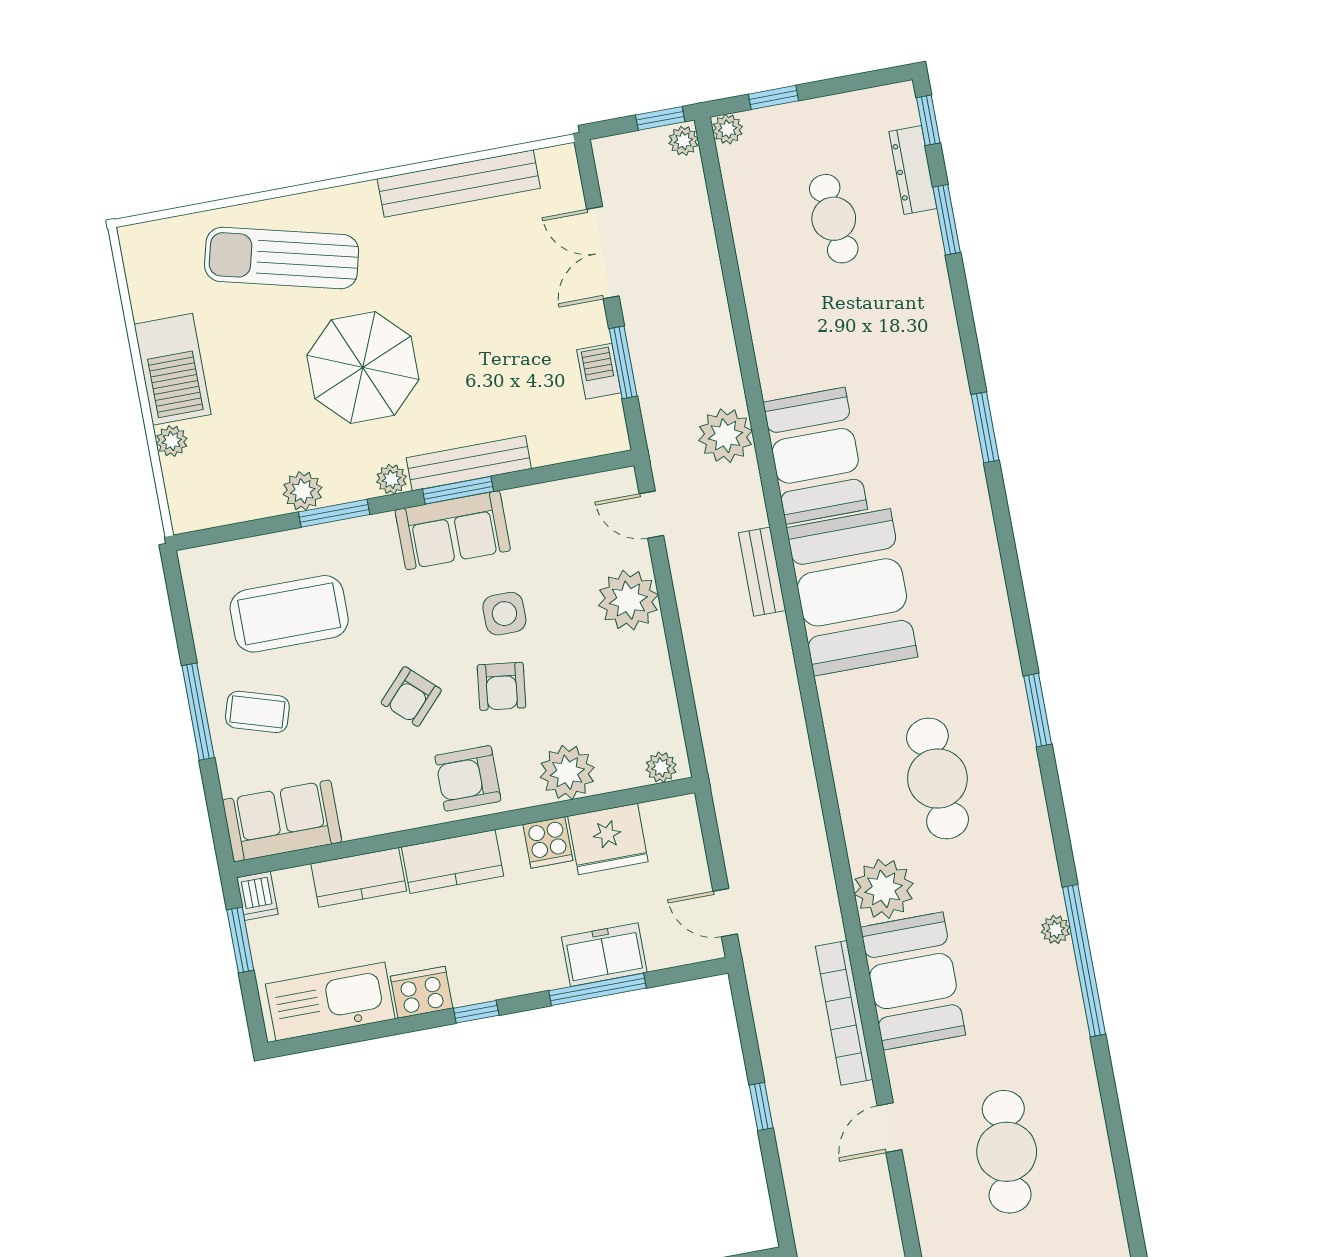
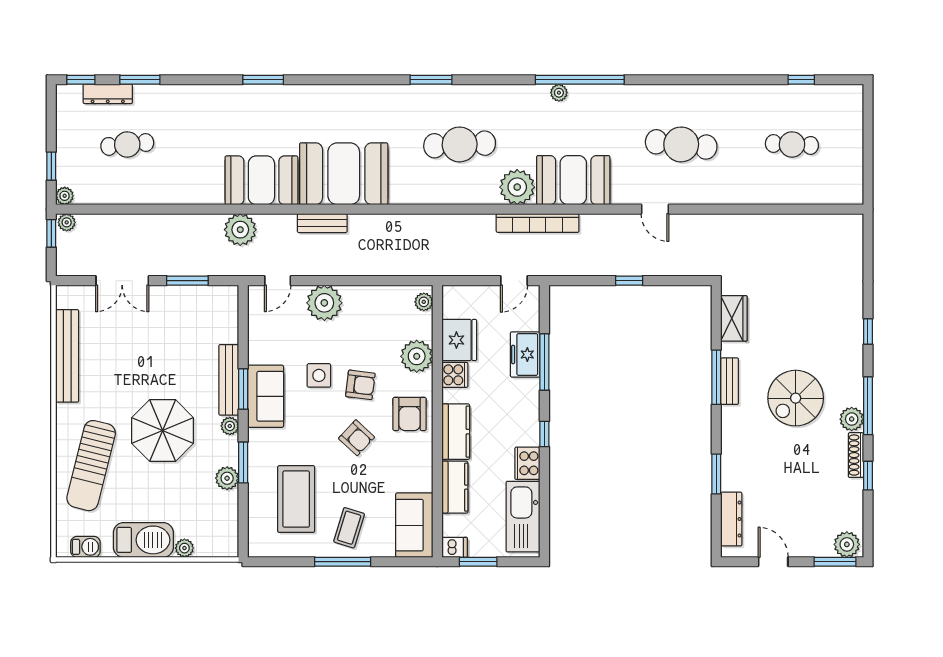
barbecue: (599, 371) -> (85, 547), moved, turned 180
bookcase: (844, 1013) -> (538, 223), moved

